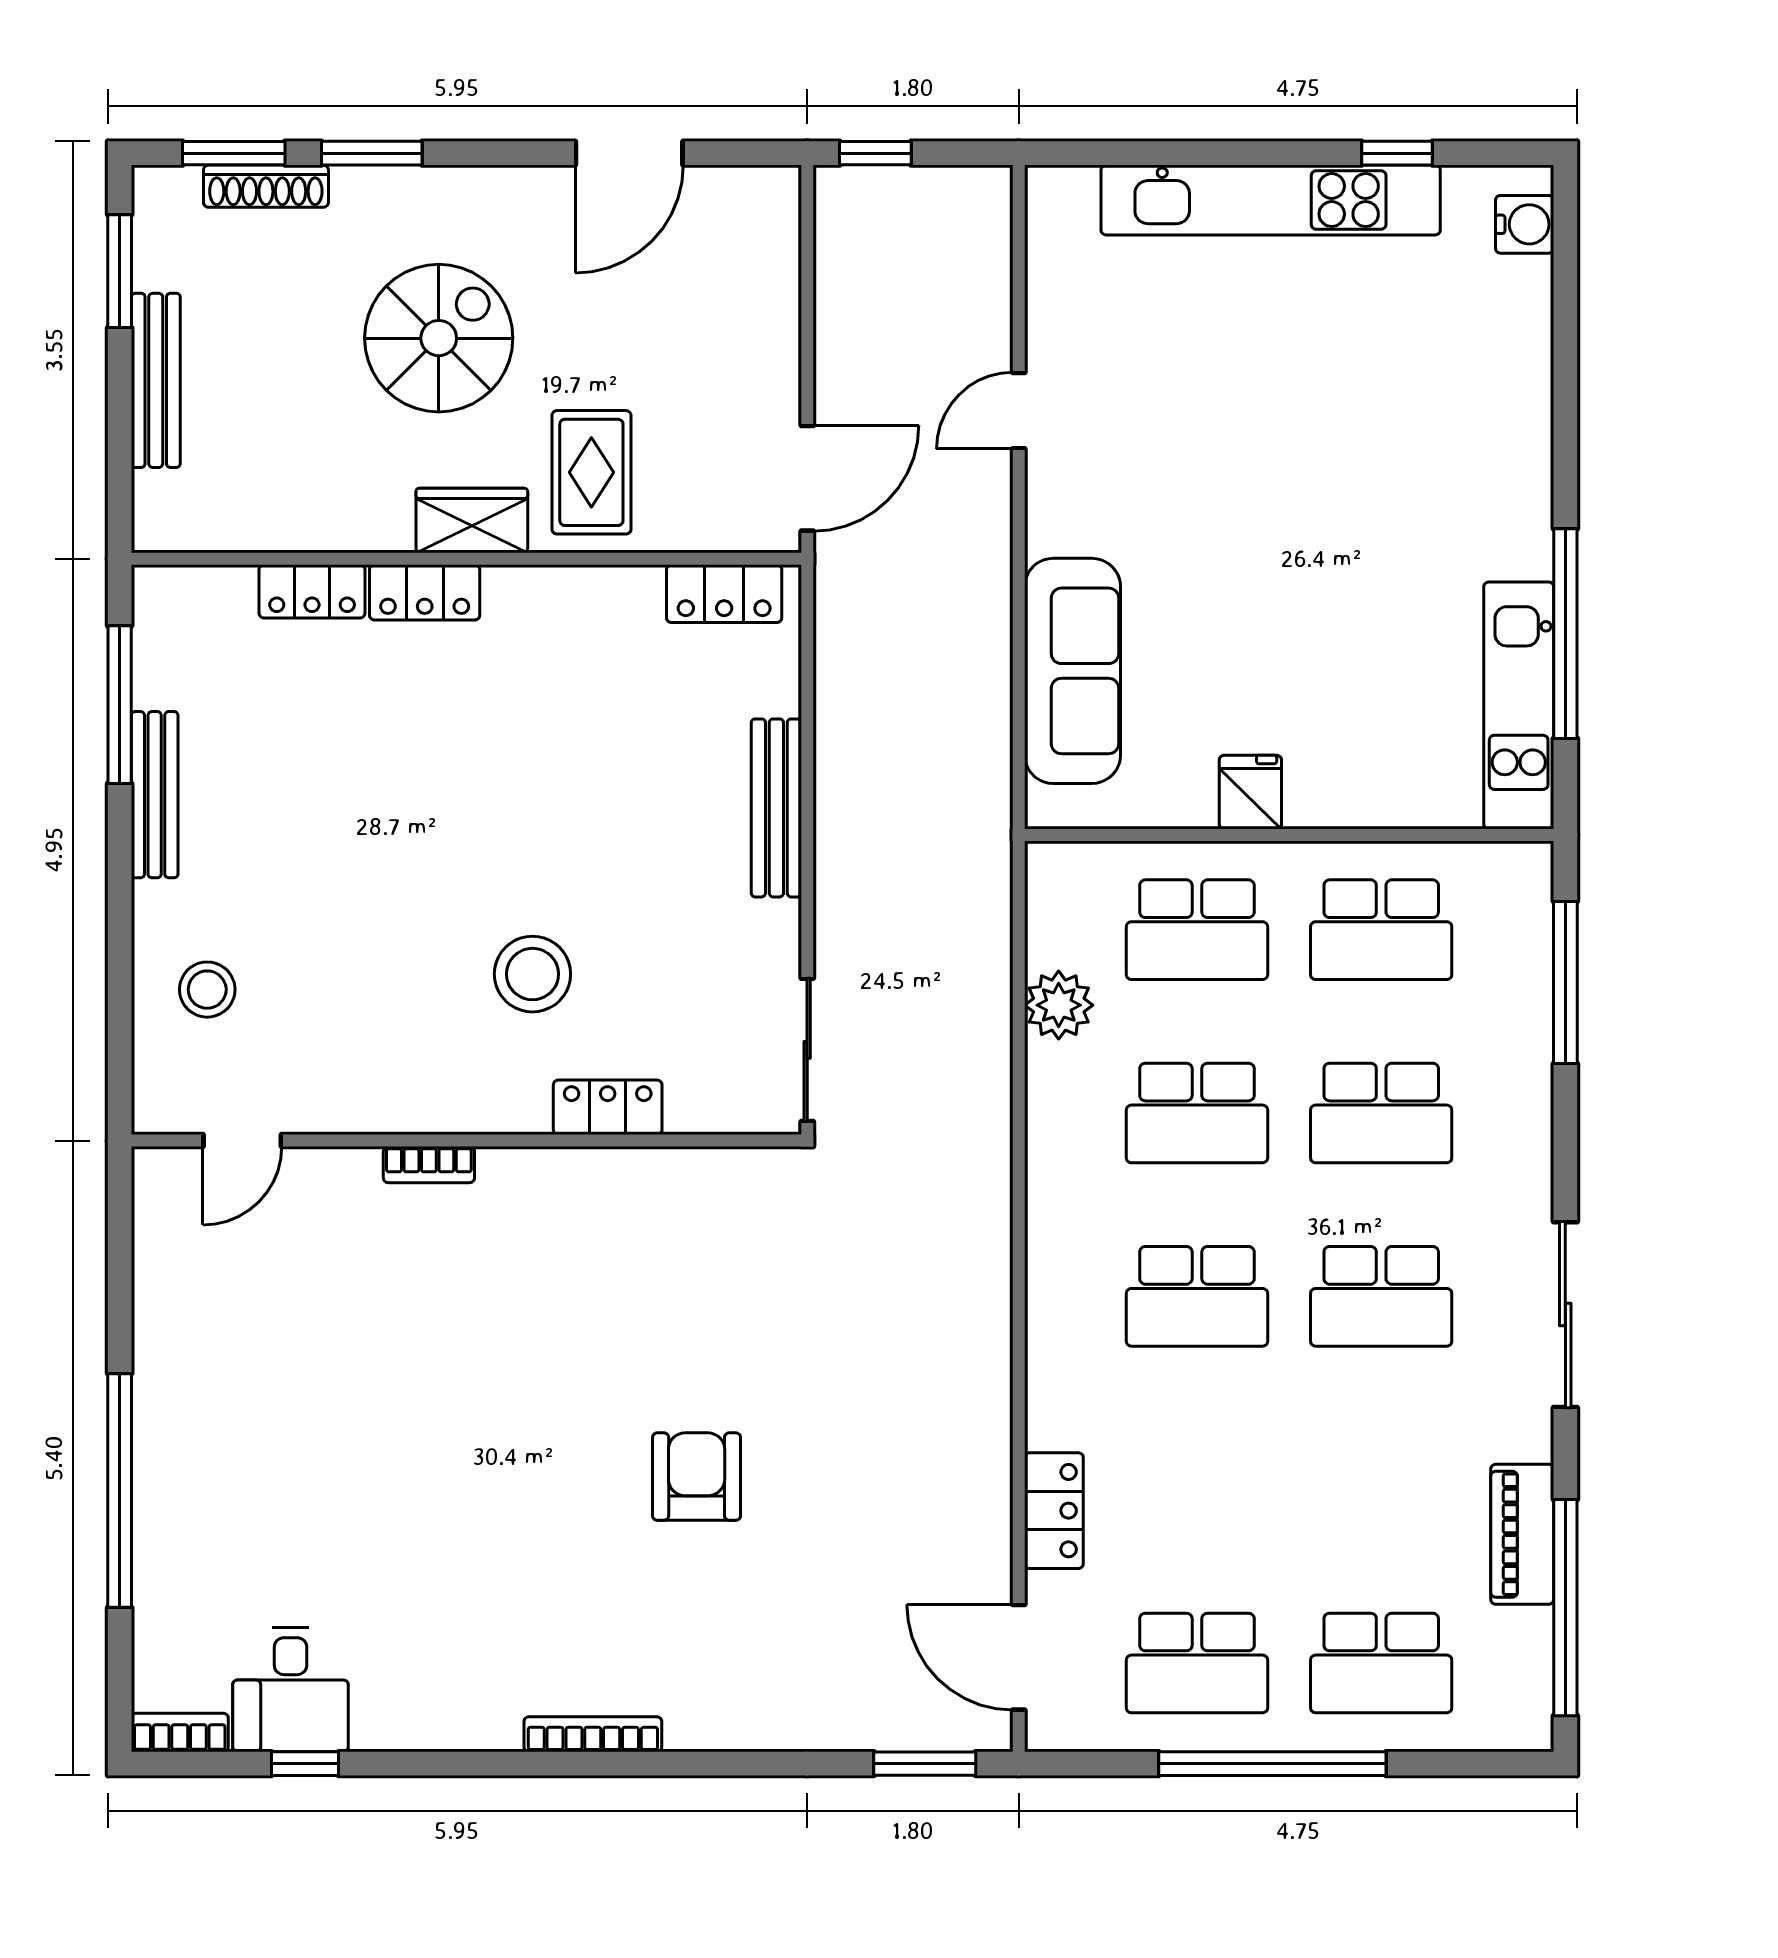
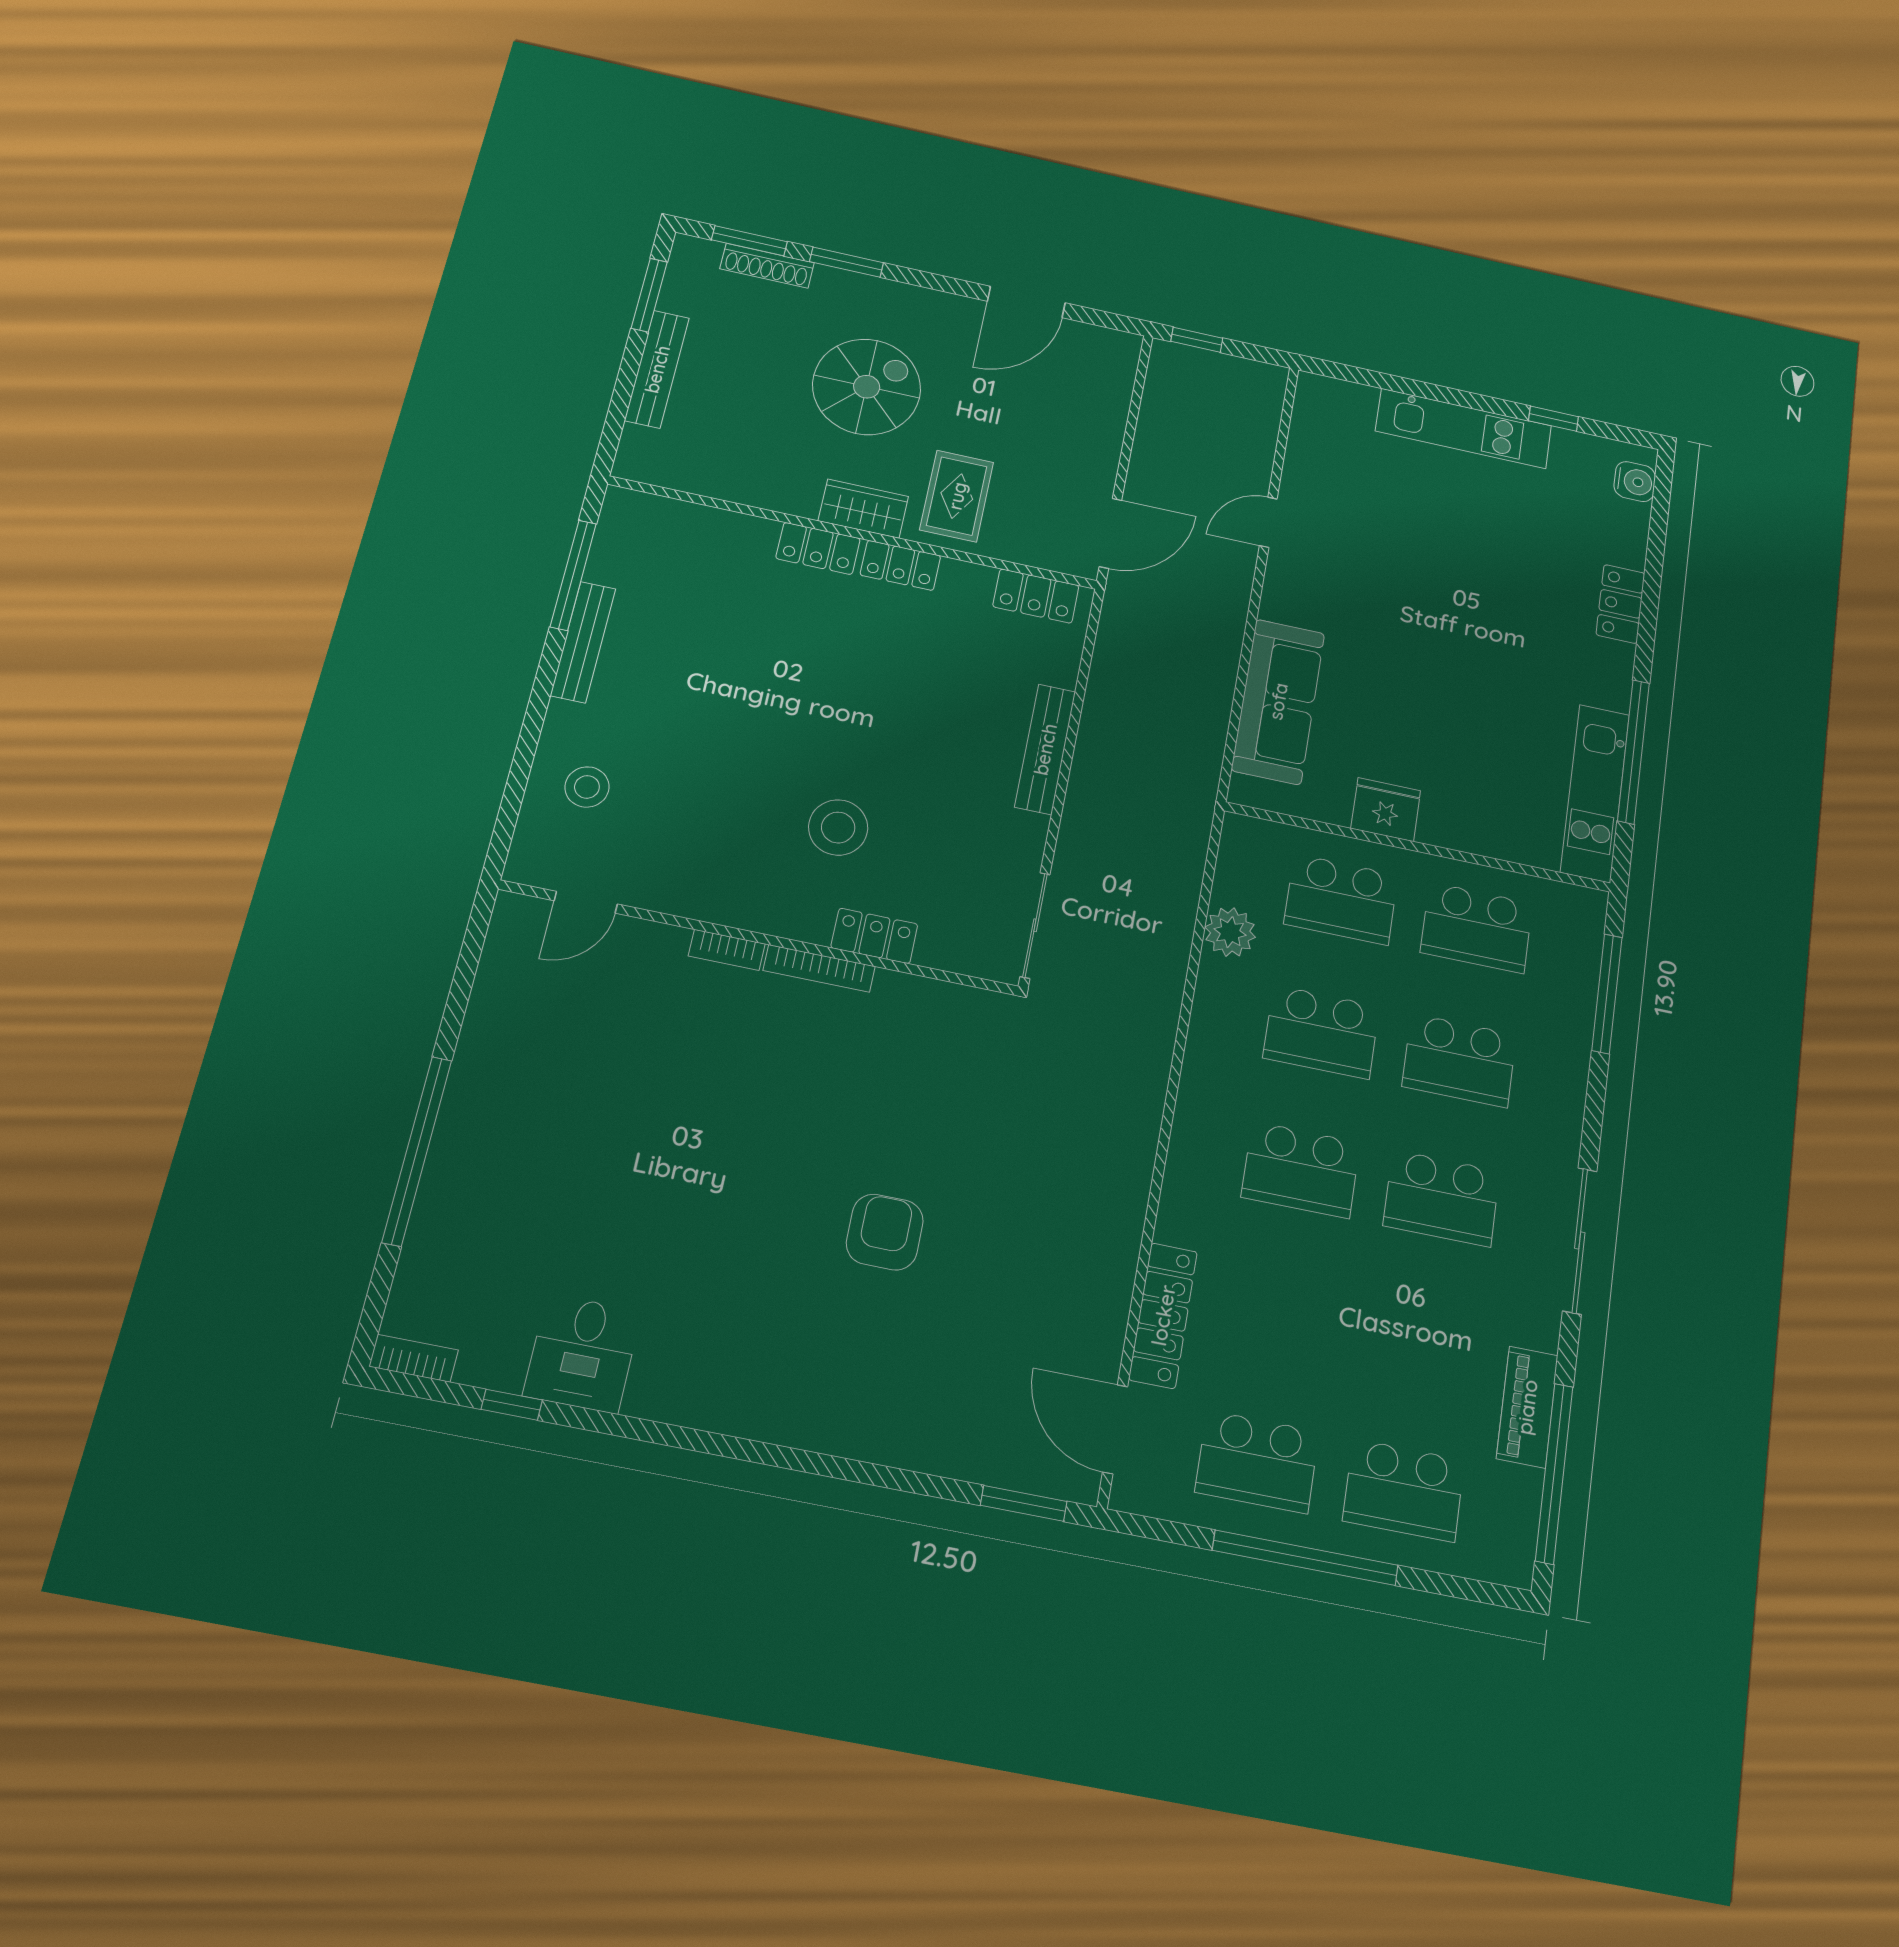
kitchen unit: (1271, 200) -> (1464, 428), width x0.73
locker: (1524, 418) -> (1620, 604), added
locker: (312, 591) -> (900, 565), moved
fridge: (1250, 792) -> (1386, 810), width x1.38
locker: (1054, 1511) -> (1163, 1315), width x1.53
desk: (291, 1690) -> (582, 1353), moved
bookcase: (593, 1734) -> (819, 968), moved, turned 180

